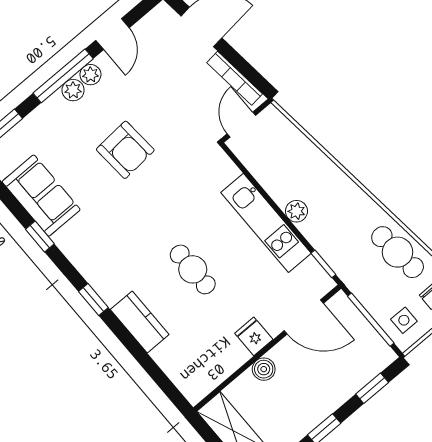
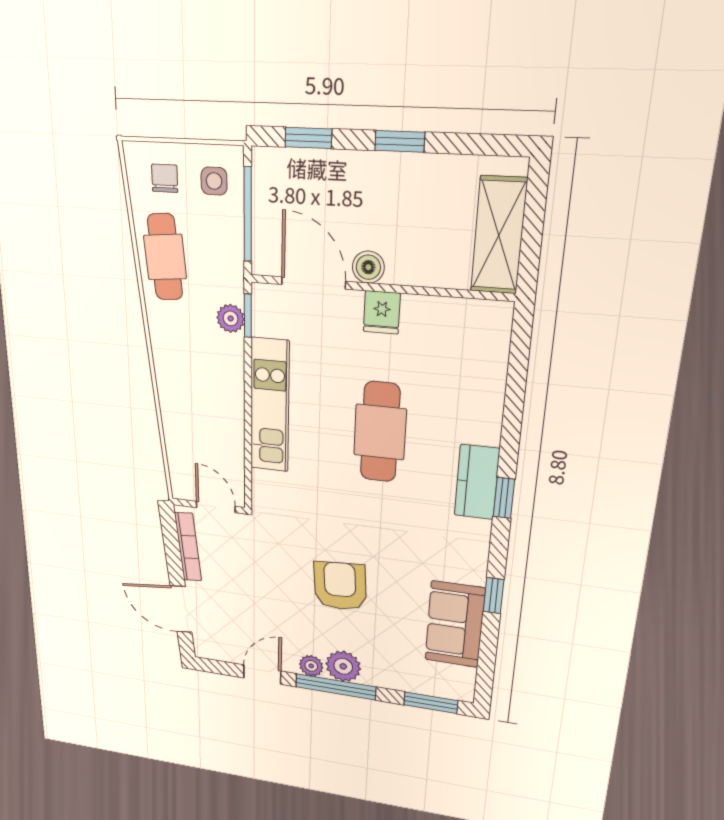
plant: (73, 90) -> (343, 666), width x1.38, depth x1.38
door: (241, 125) -> (216, 507), swing flipped
plant: (296, 211) -> (231, 318), moved
cafe table: (193, 269) -> (380, 432), width x1.37, depth x1.35
kitchen counter: (140, 322) -> (477, 482), moved
boiler: (264, 369) -> (368, 267), moved

